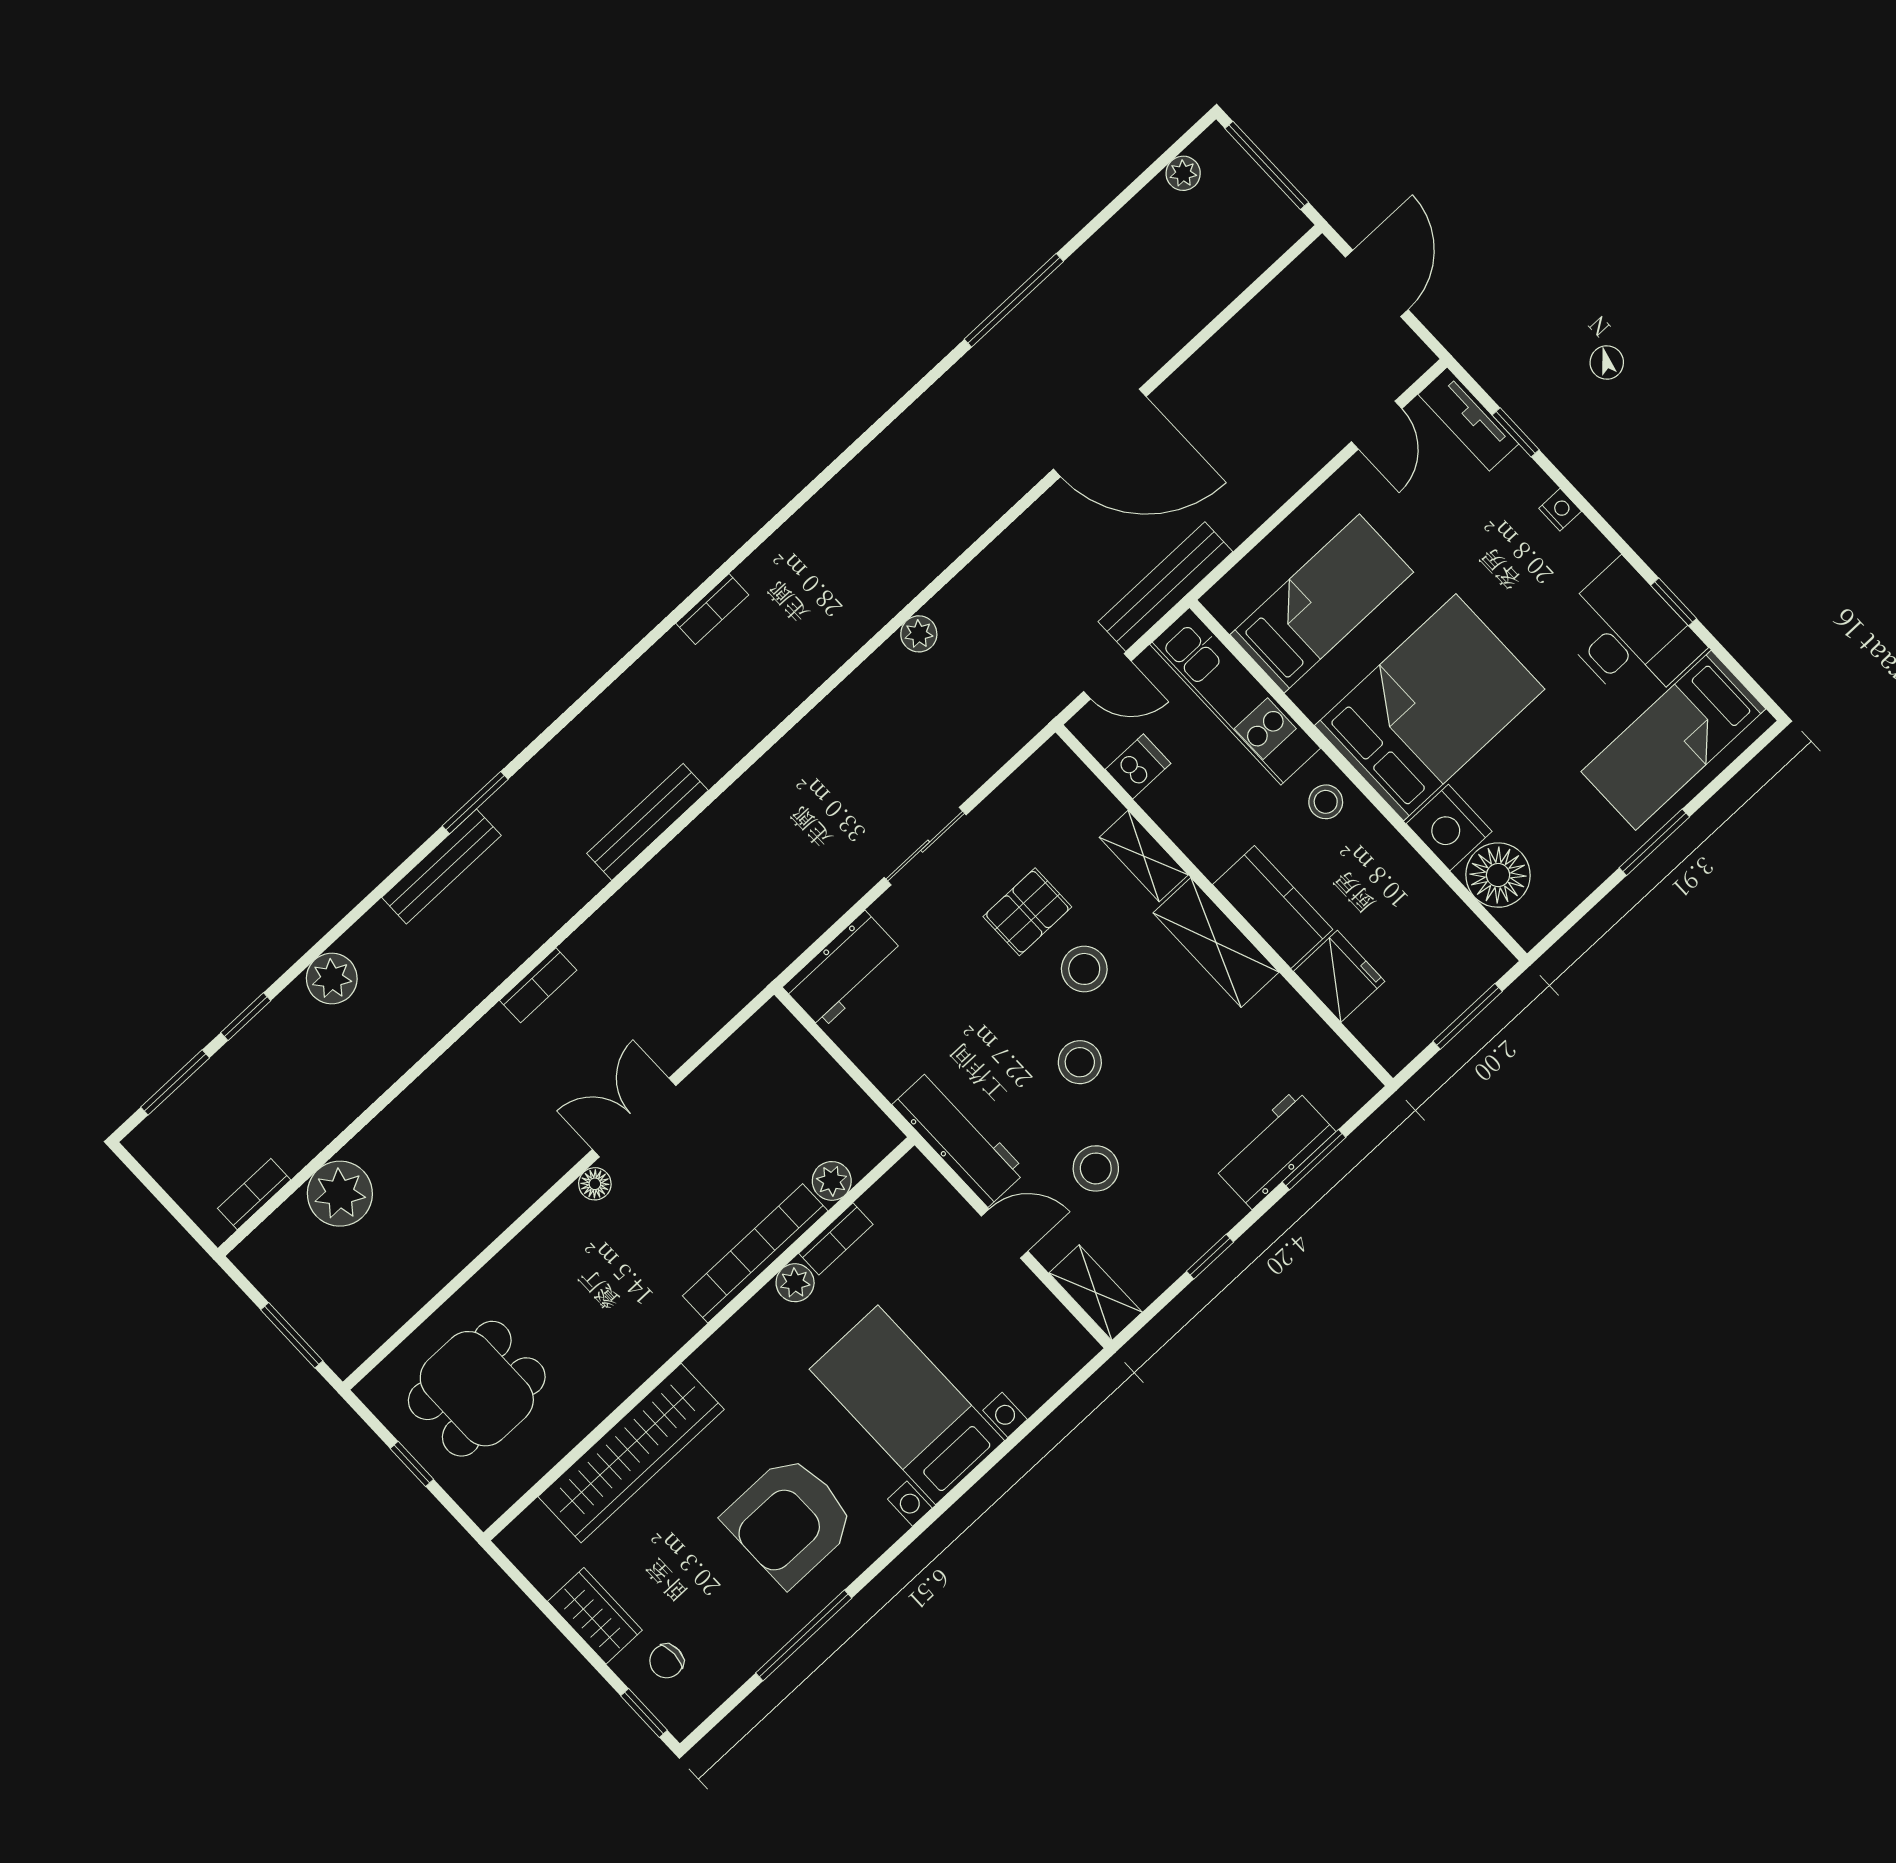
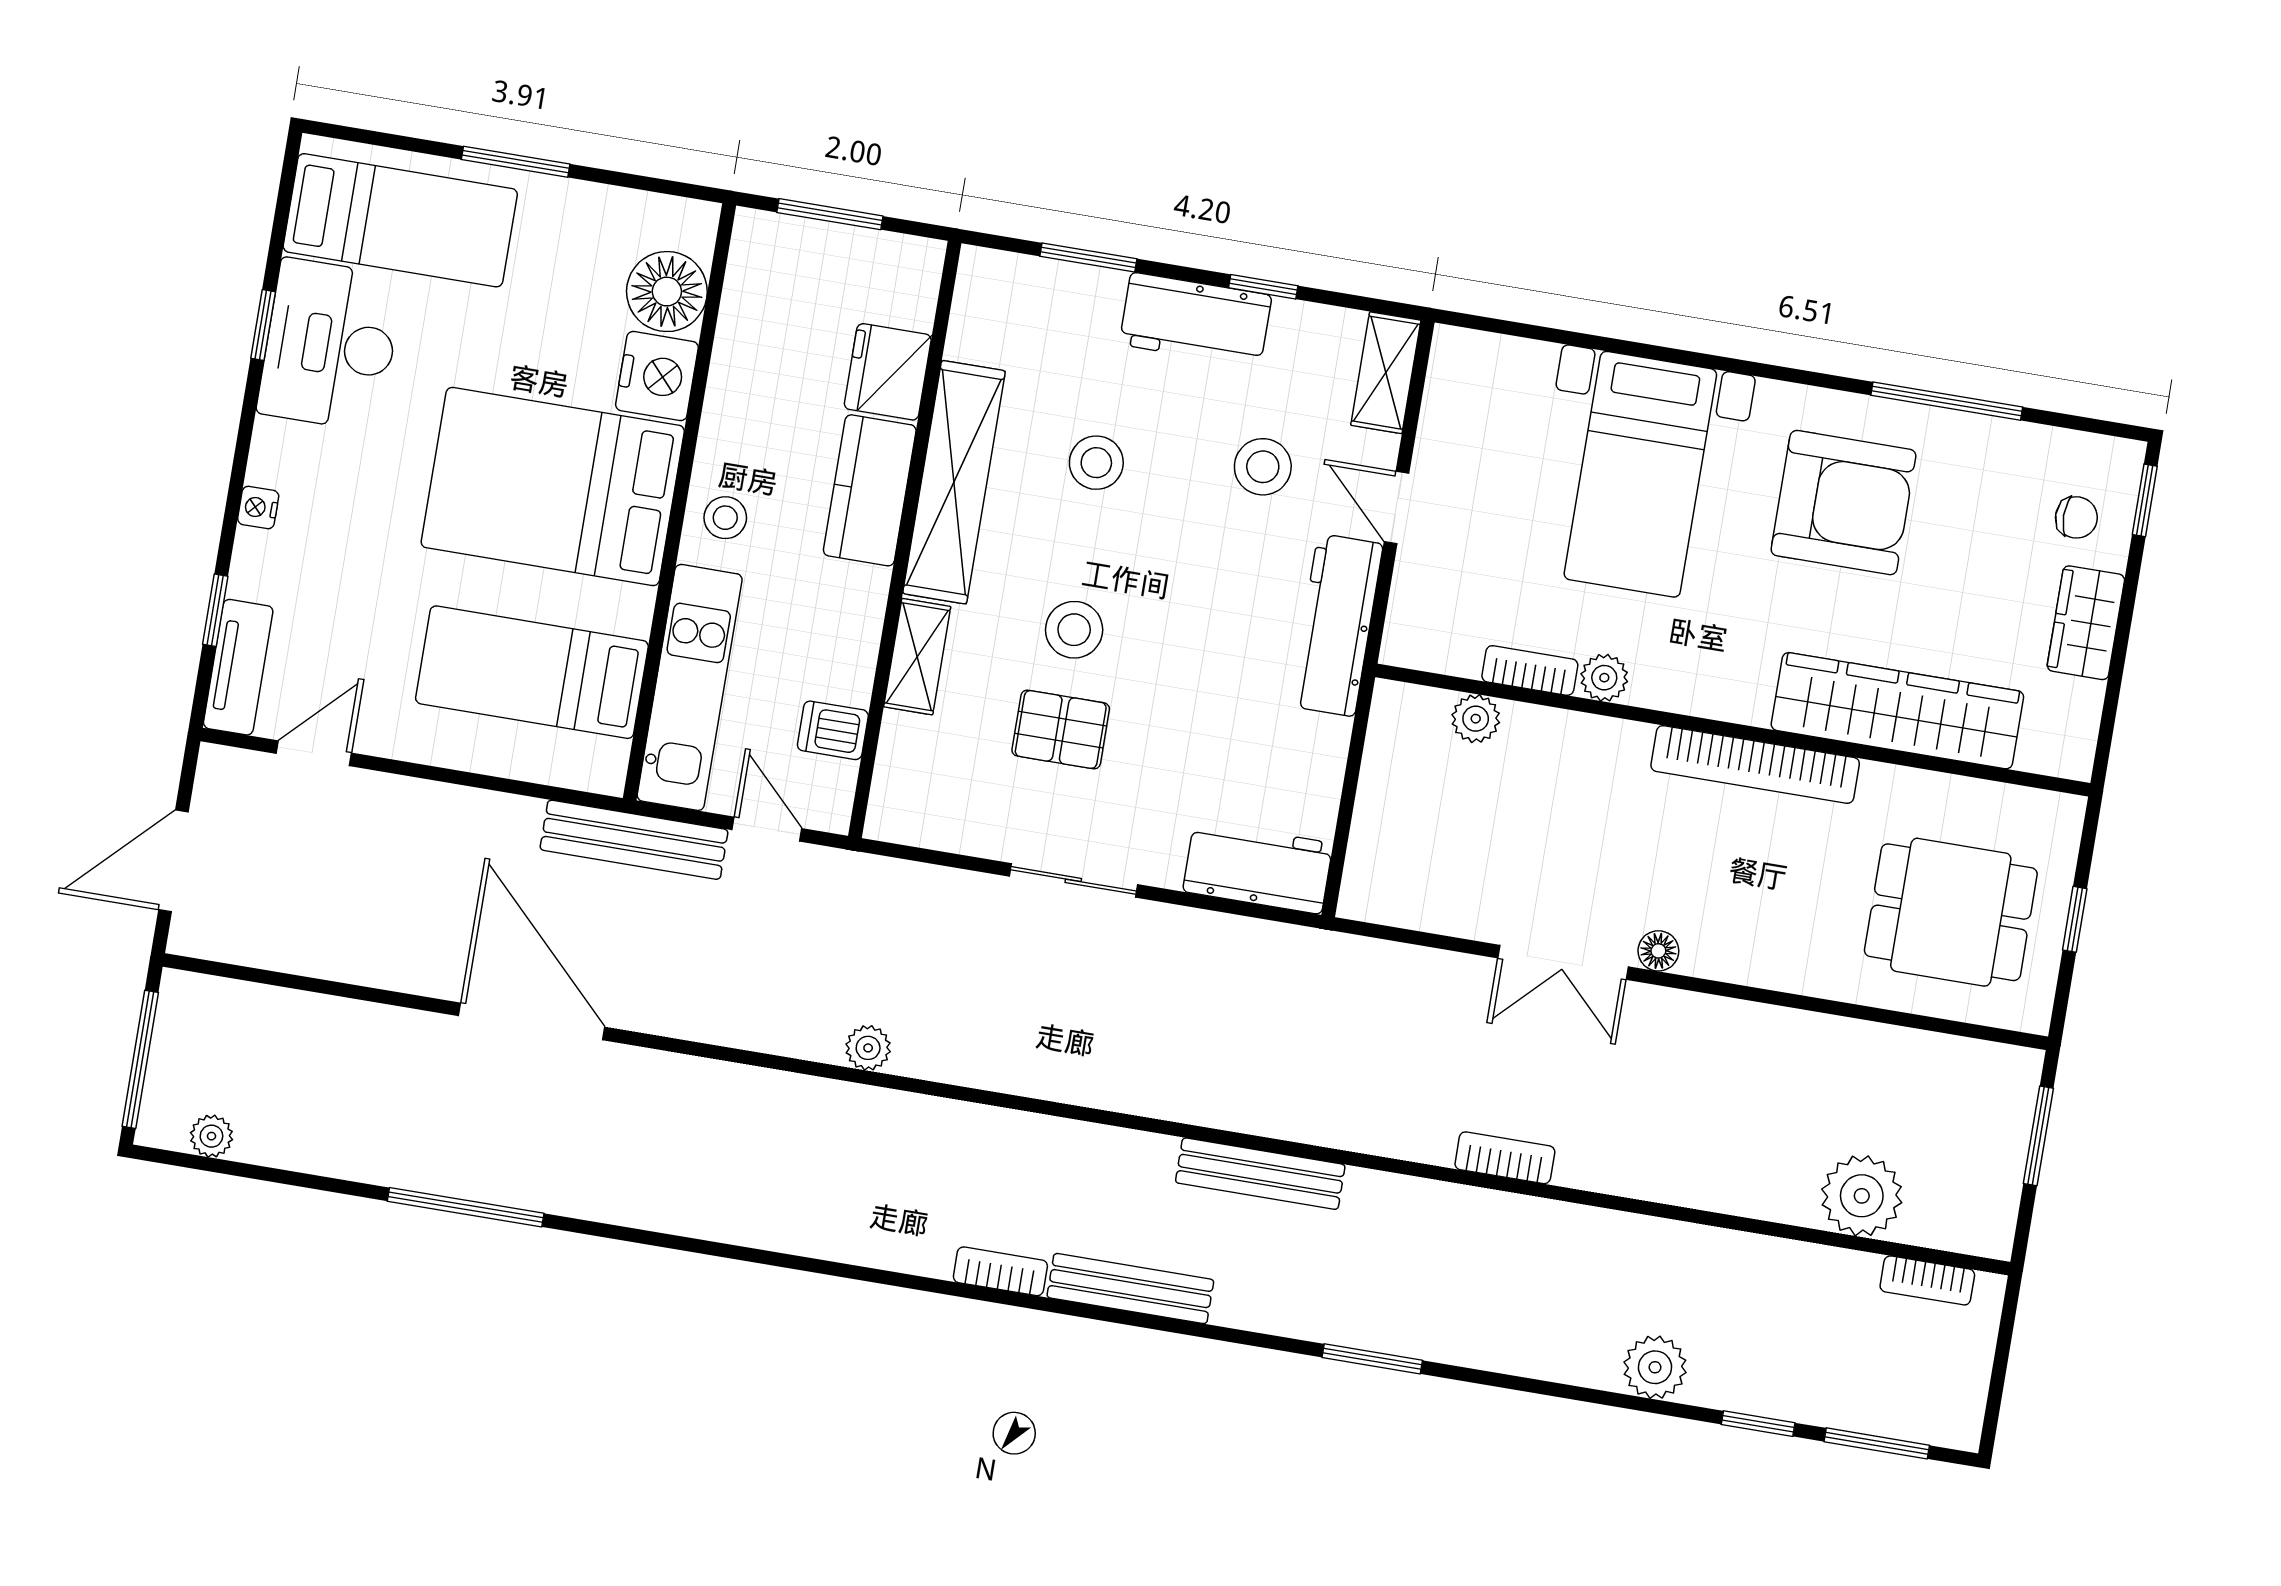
bench: (441, 866) -> (1130, 1289), moved
shelving: (1216, 942) -> (954, 482), width x1.47
stool: (1080, 1062) -> (1096, 463), moved
workbench: (1274, 1149) -> (1195, 320), moved
bookcase: (755, 1253) -> (1755, 764), moved

